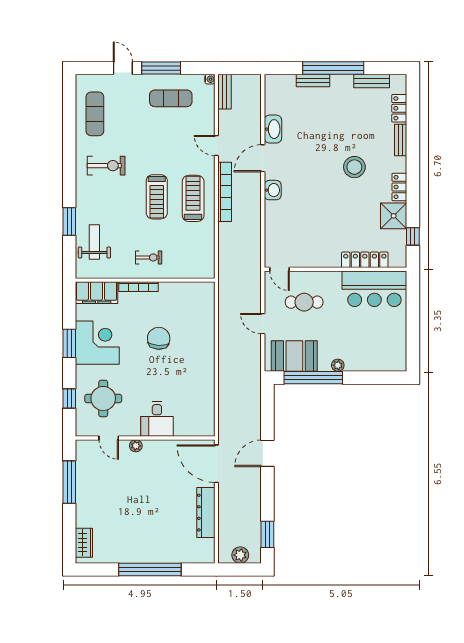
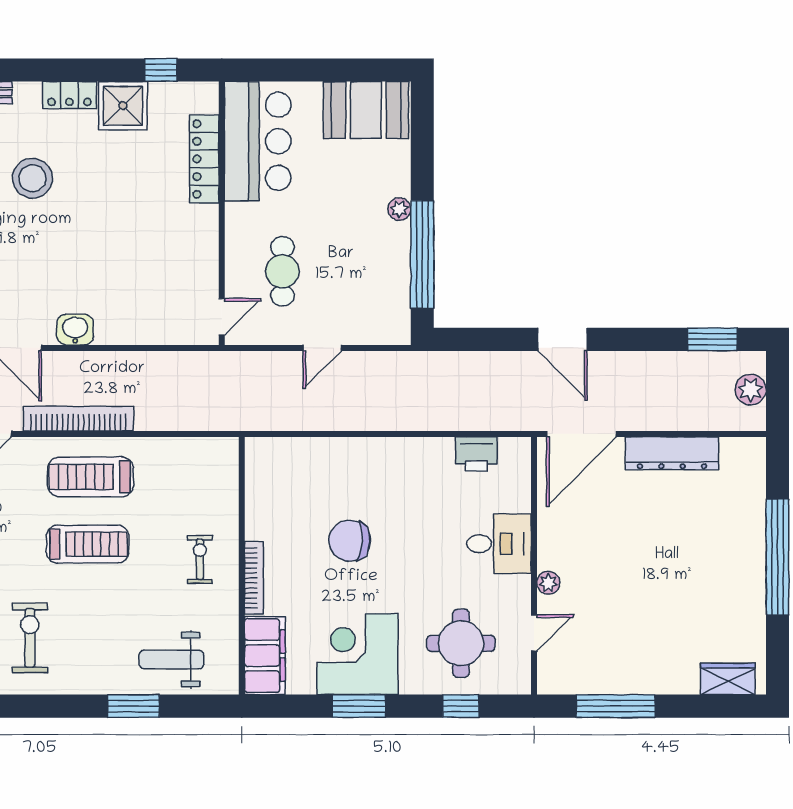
booth: (294, 356) -> (366, 110), moved, turned 90
printer: (205, 407) -> (476, 454), added

